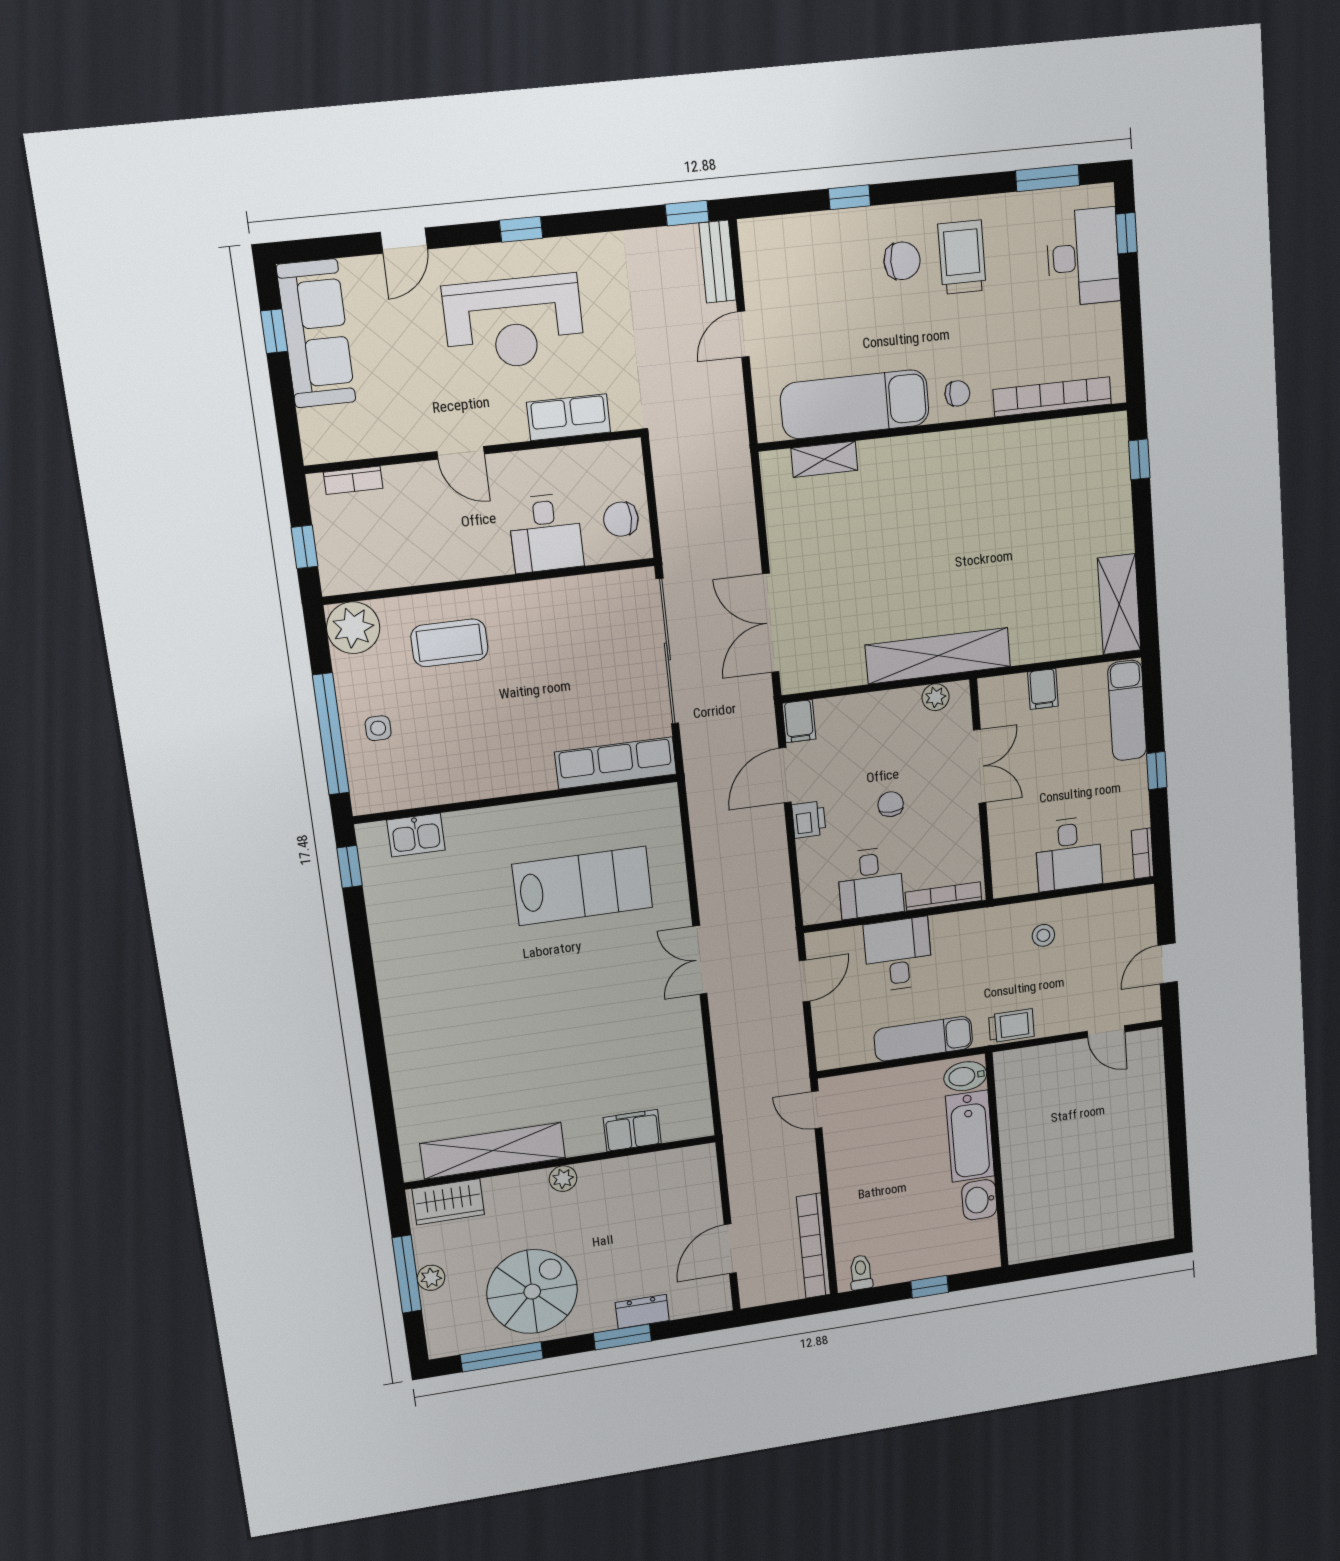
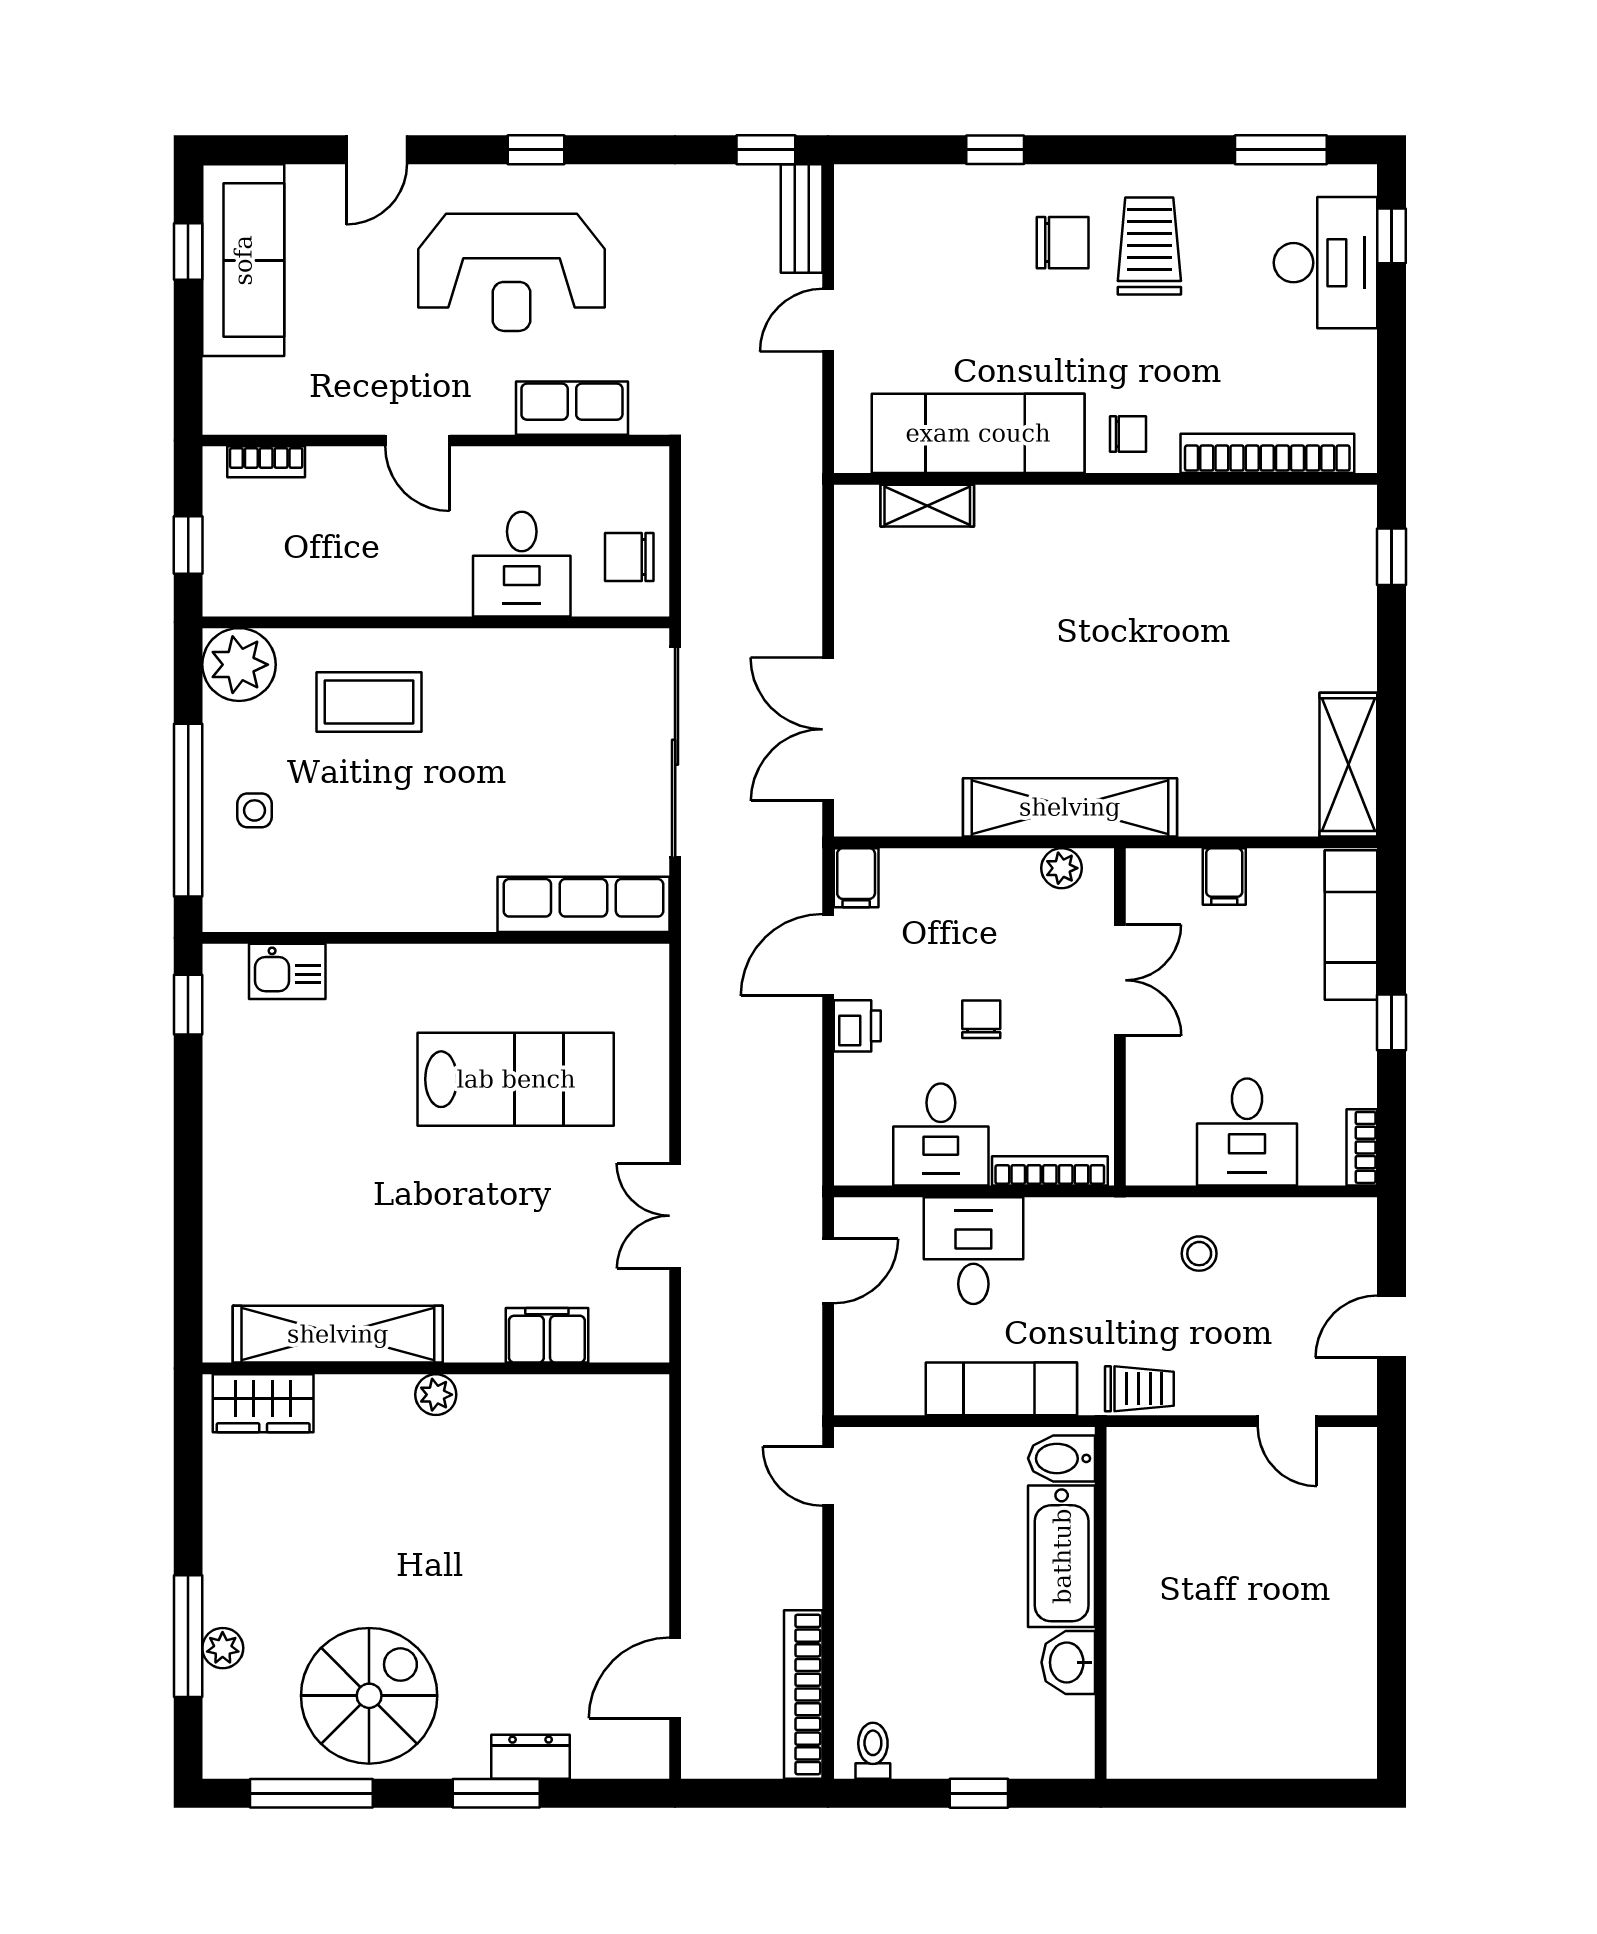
filing cabinet: (632, 1130) -> (547, 1335), moved
shelving: (493, 1151) -> (338, 1334), moved
wall: (561, 1162) -> (436, 1368), moved
plant: (563, 1179) -> (436, 1395), moved
wardrobe: (448, 1202) -> (263, 1403), moved

